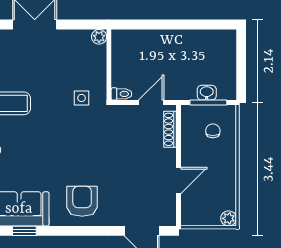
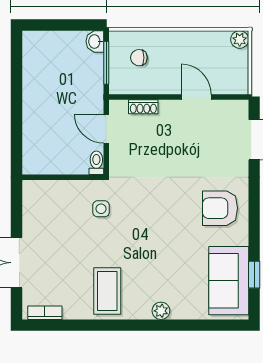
plant: (99, 37) -> (31, 189), removed
washbasin: (207, 93) -> (95, 41), moved
shoe rack: (170, 129) -> (143, 107), width x0.70

